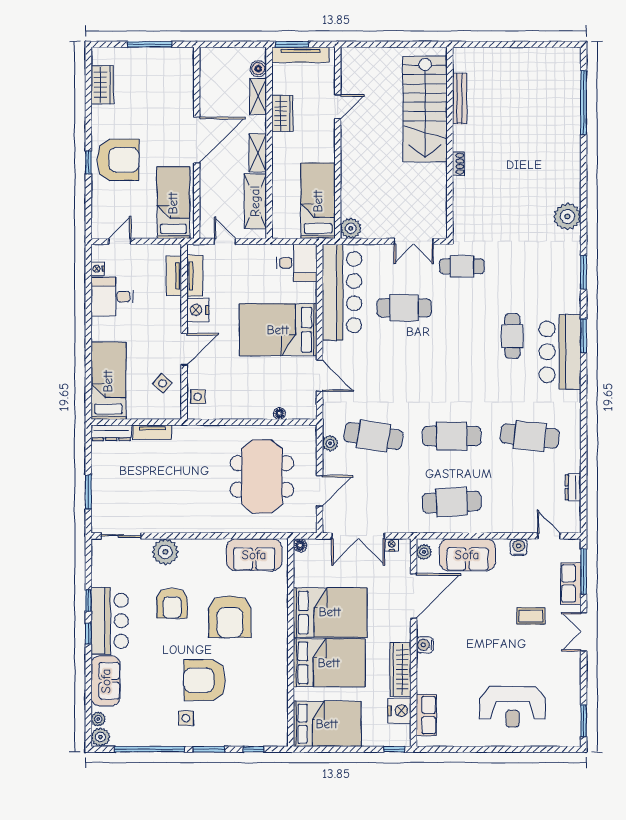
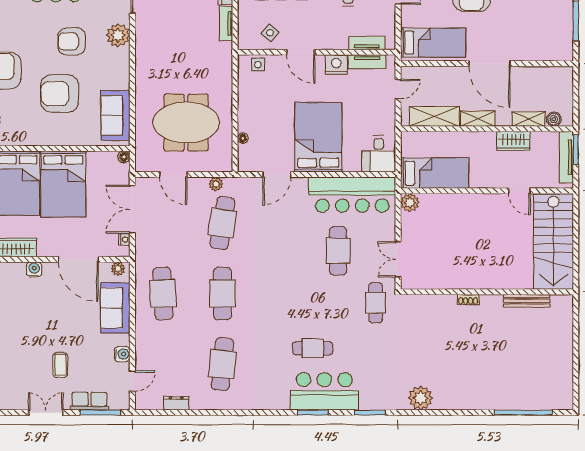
stairs: (425, 109) -> (553, 242), moved, turned -90
bar counter: (560, 352) -> (324, 391), moved

